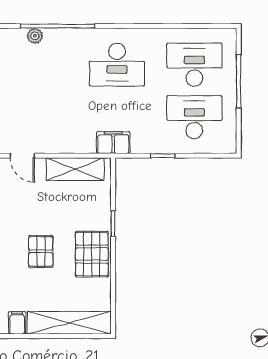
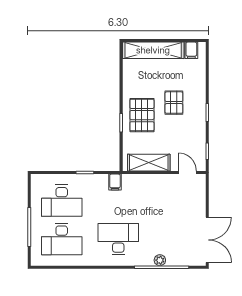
plant: (35, 36) -> (160, 260), moved
filing cabinet: (113, 143) -> (115, 182), width x0.50
pallet: (92, 254) -> (142, 115), moved

